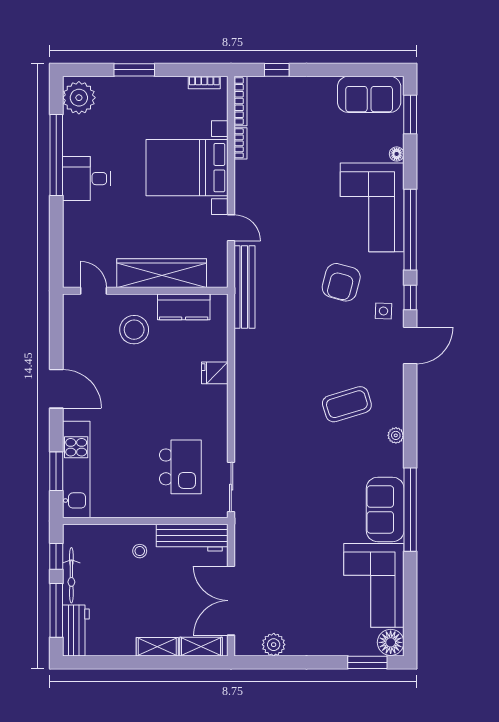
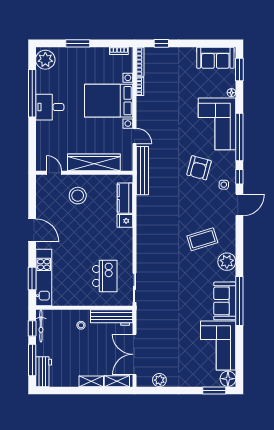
kitchen counter: (184, 307) -> (125, 198), moved, turned 90
plant: (396, 435) -> (227, 262), width x1.88, depth x1.88
bicycle: (71, 575) -> (41, 326), moved

